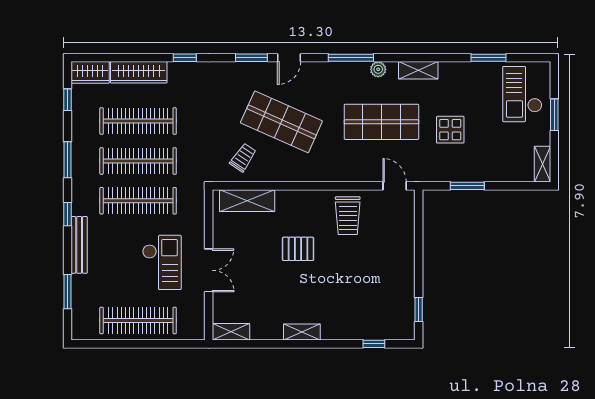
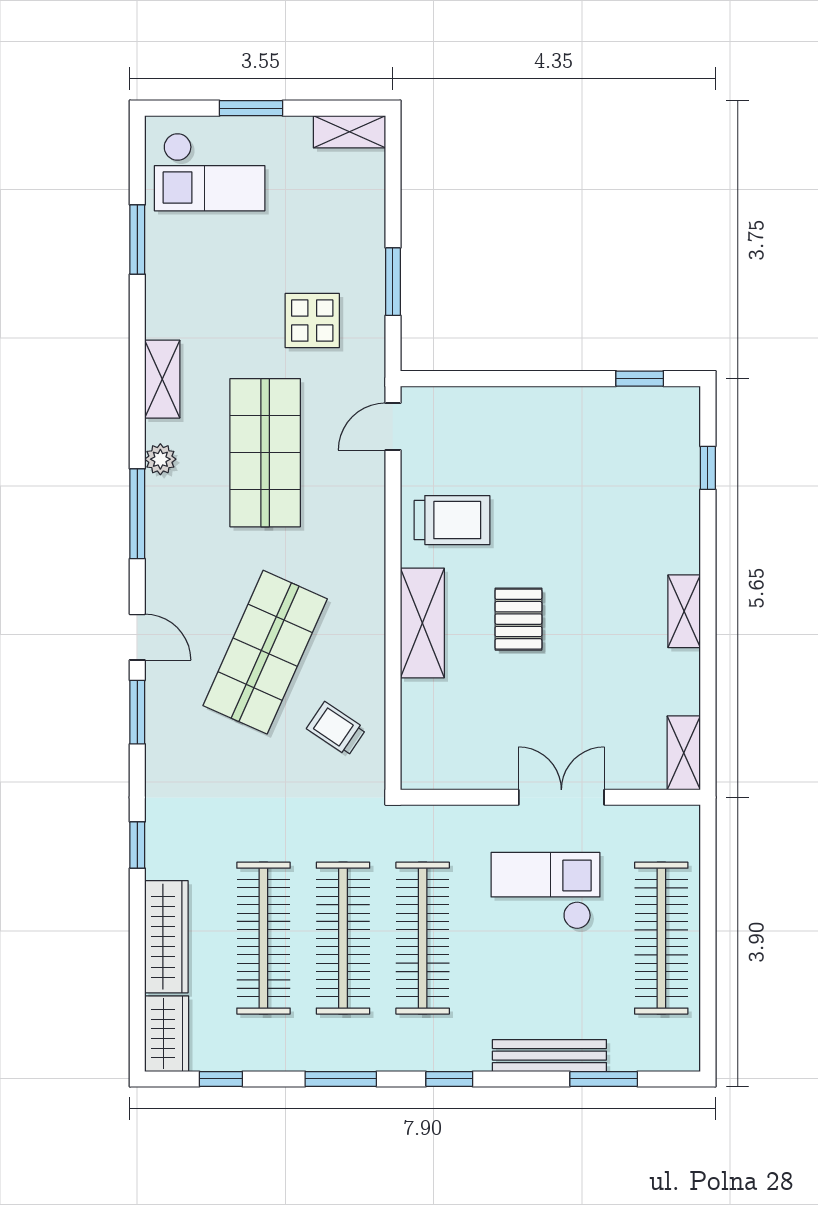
display table: (450, 130) -> (312, 321), moved
shelving: (247, 201) -> (422, 623), moved
bench: (79, 245) -> (549, 1056), moved

